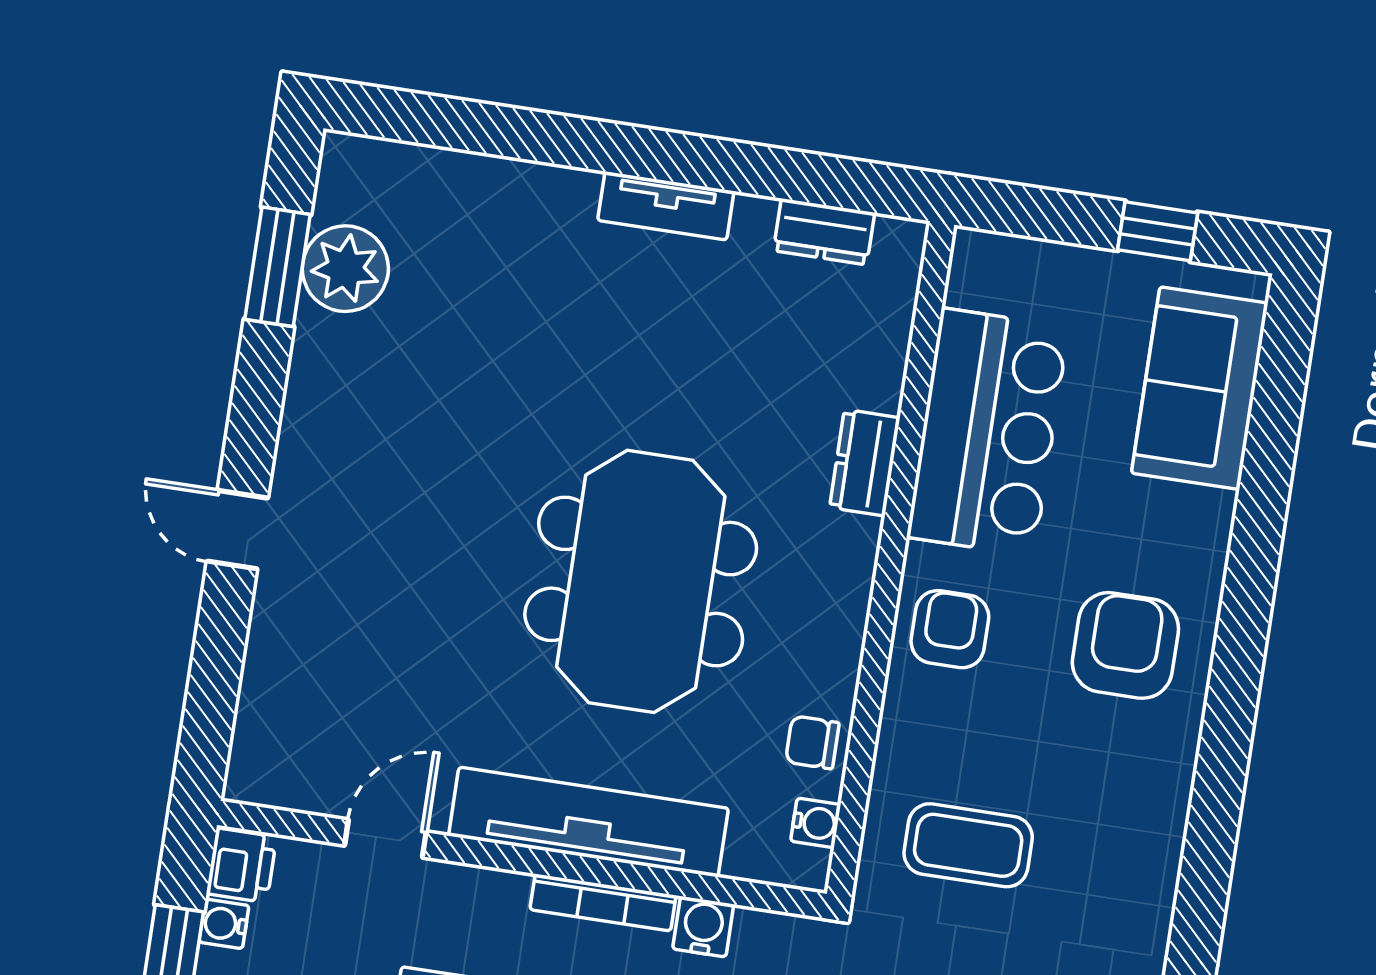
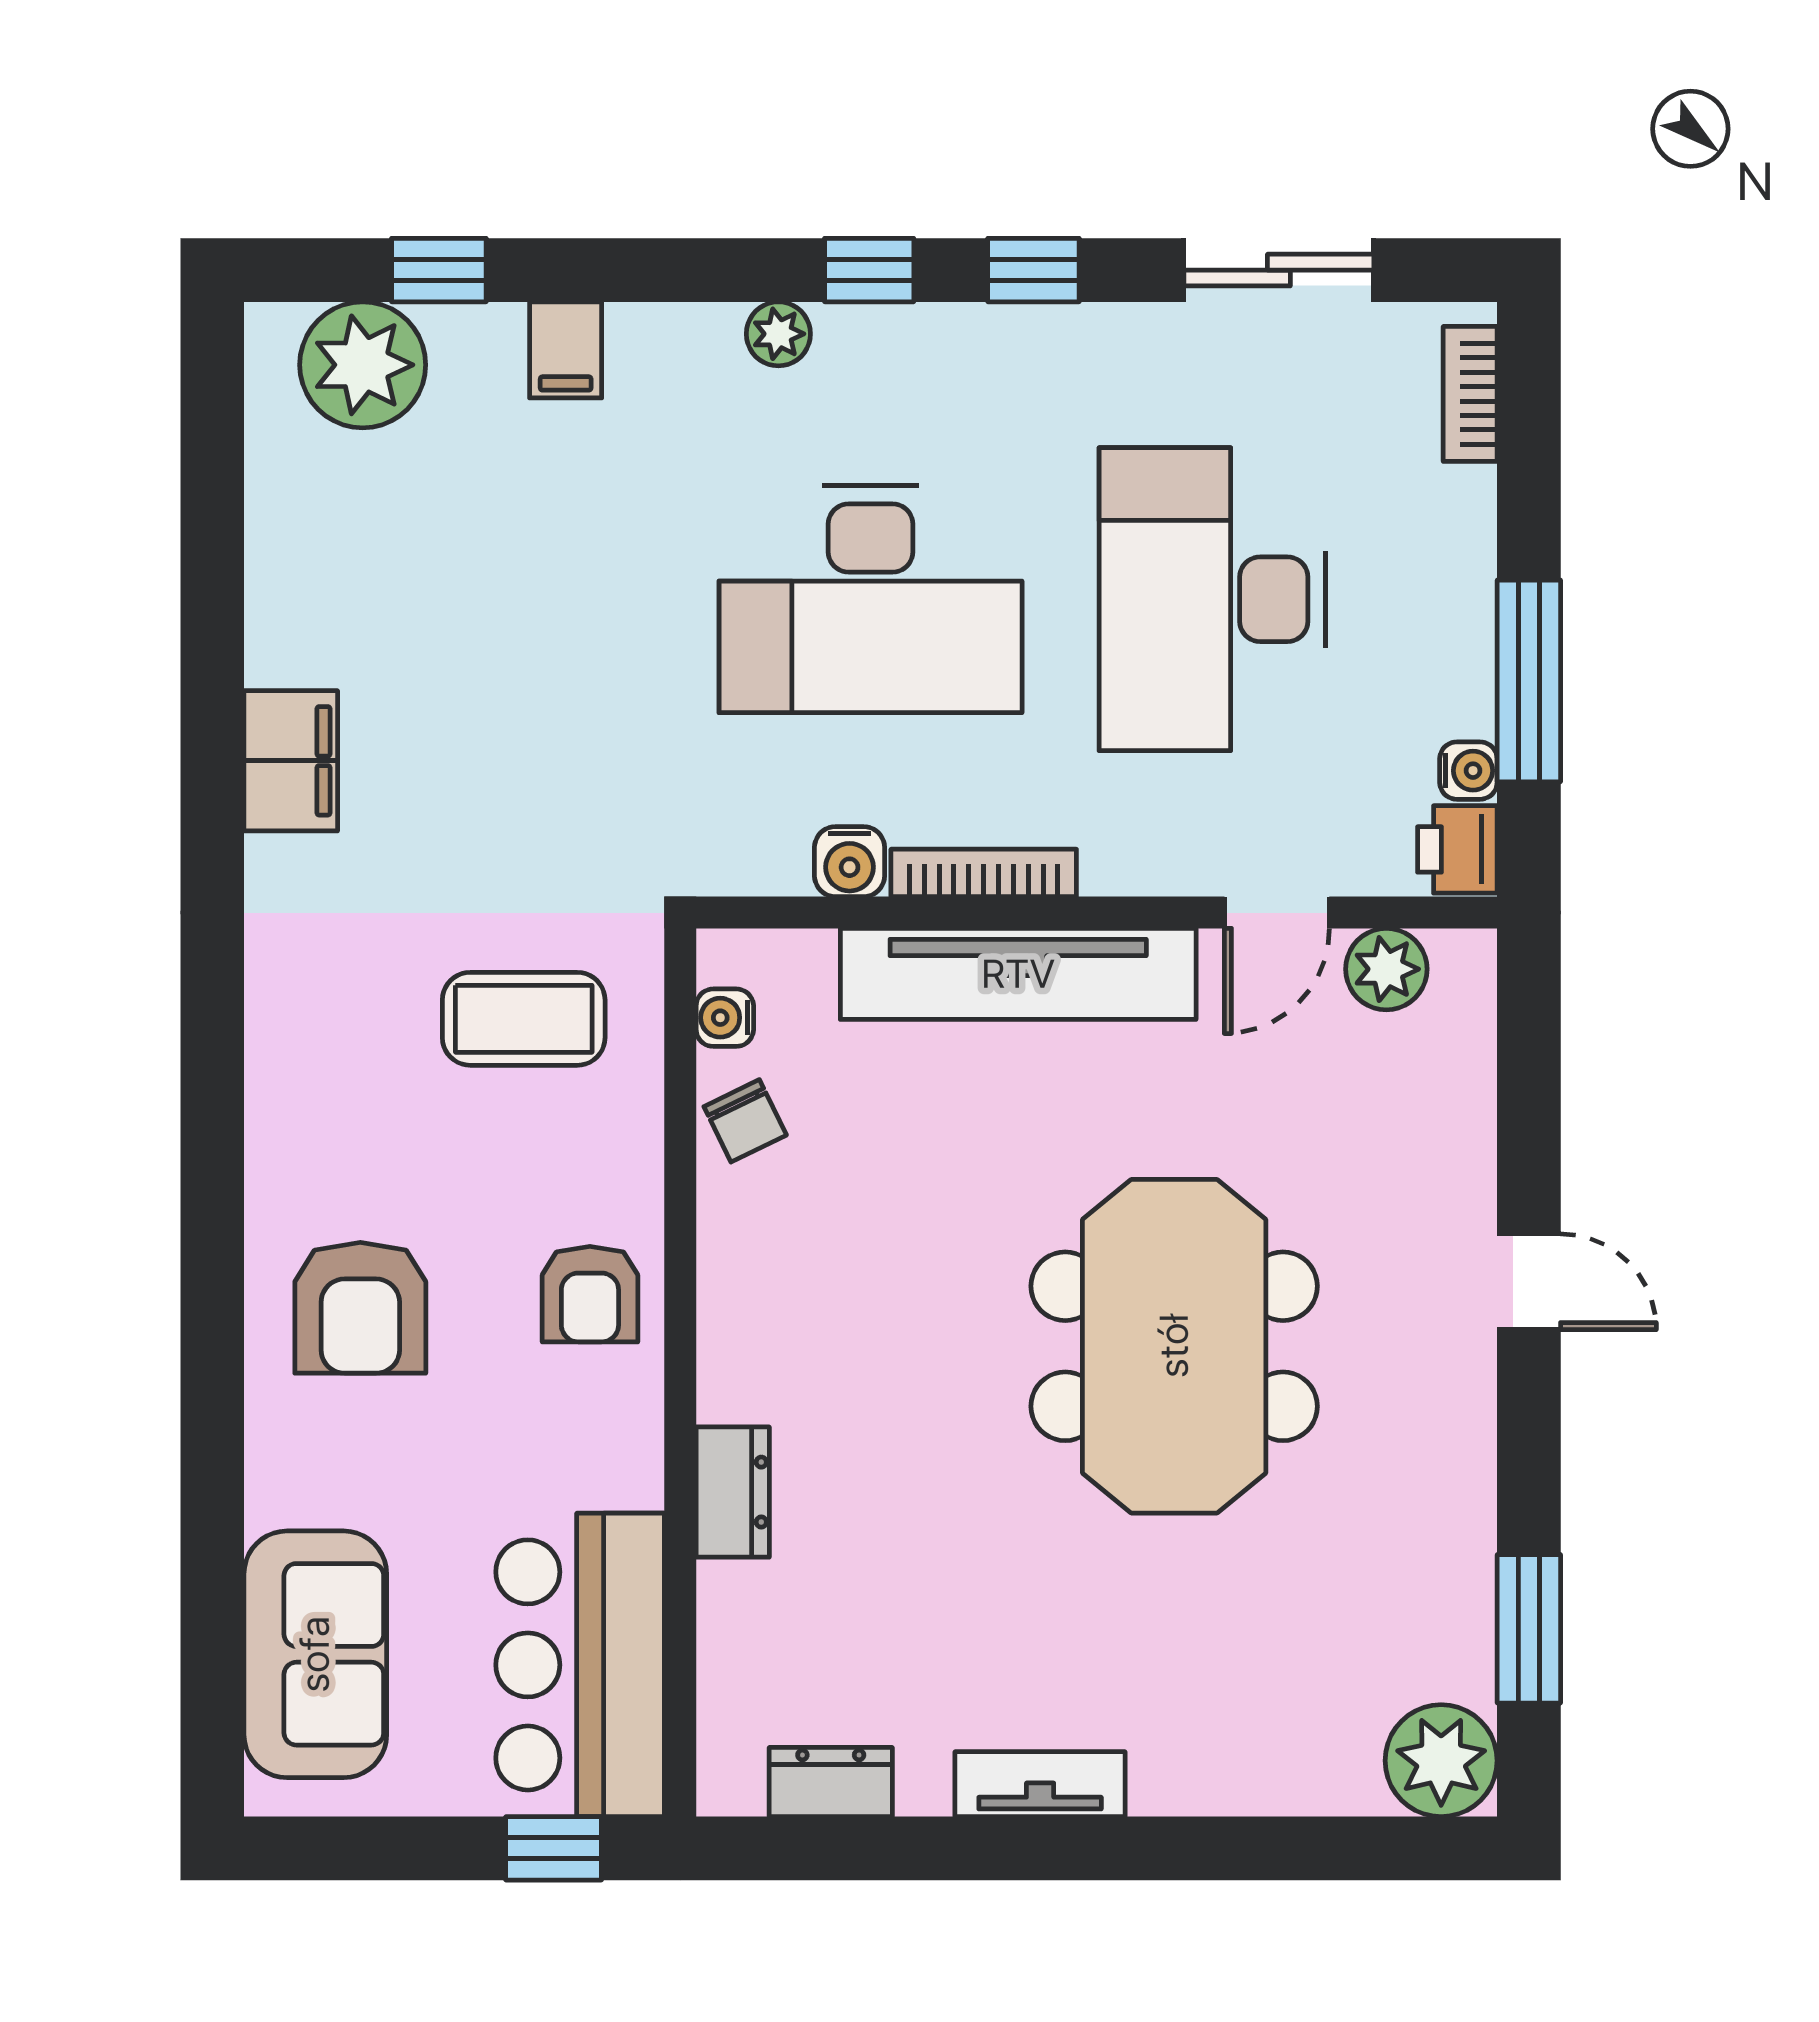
window: (1158, 231) -> (554, 1848), moved
plant: (345, 269) -> (1441, 1761), moved
bar counter: (988, 432) -> (580, 1665), moved
meeting table: (641, 581) -> (1174, 1346), moved
chair: (812, 742) -> (745, 1121), turned 64
plant: (309, 783) -> (1386, 969), added

